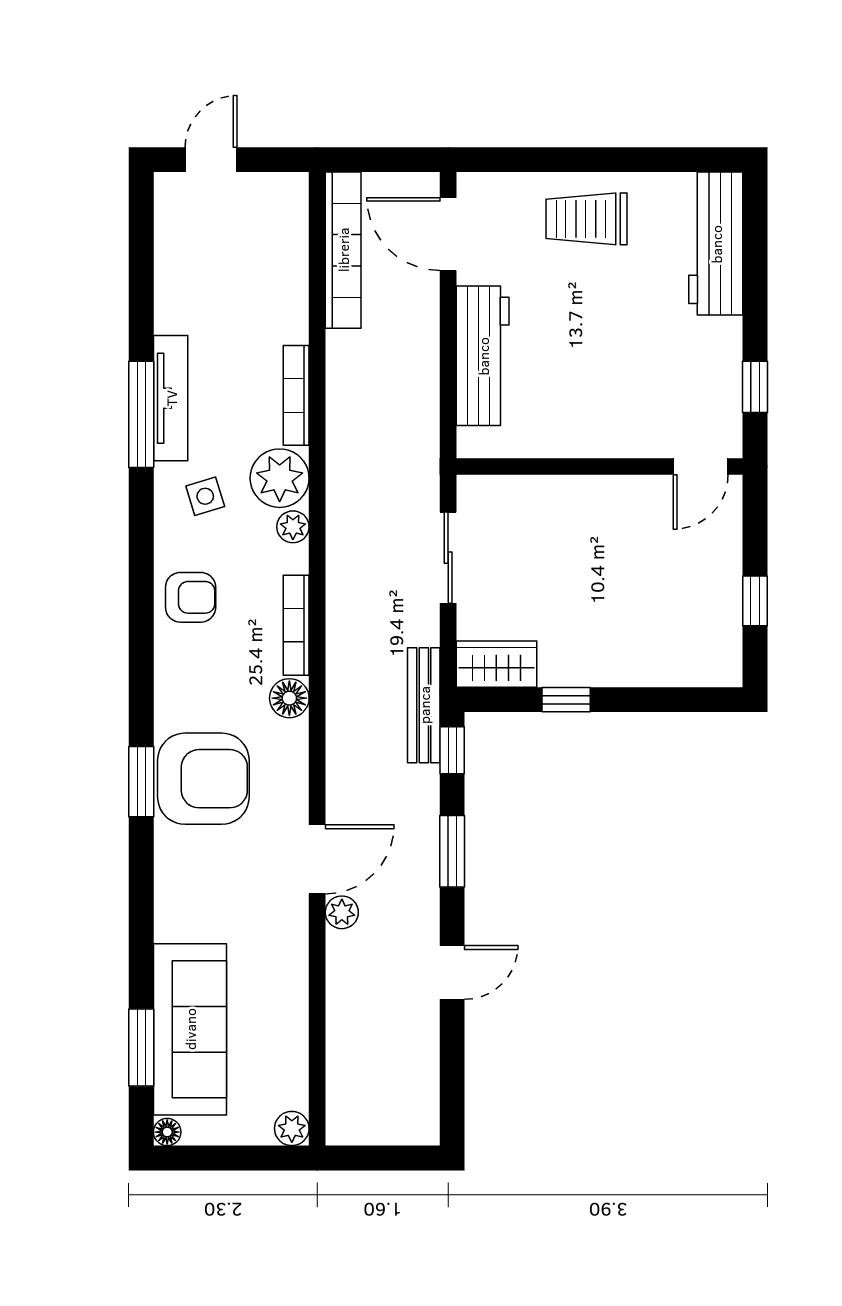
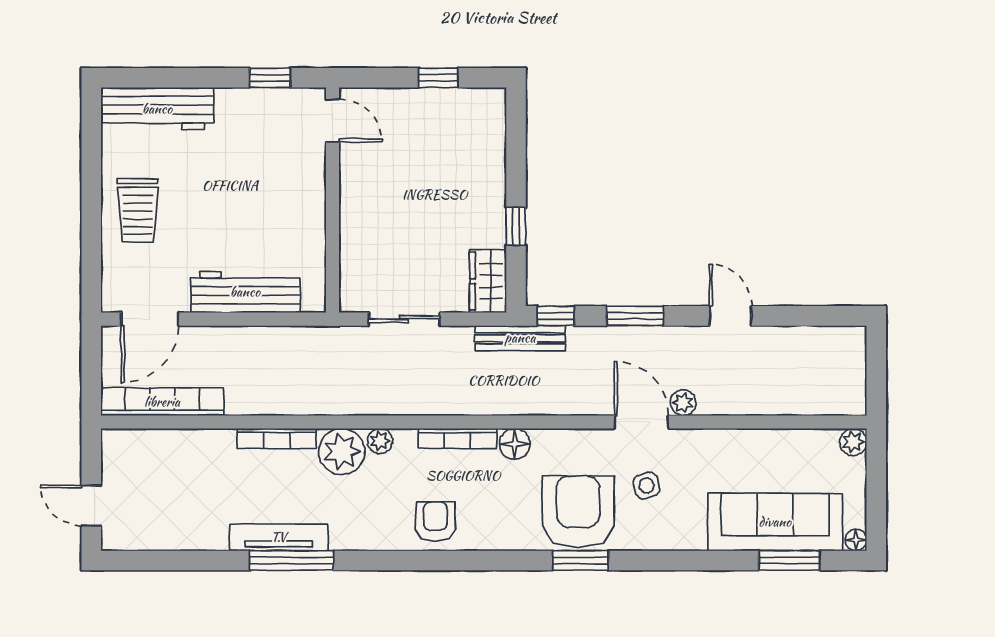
side table: (205, 496) -> (647, 486), moved

